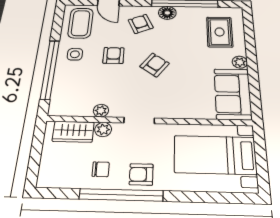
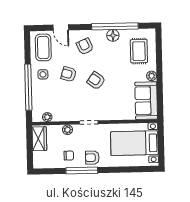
floor lamp: (167, 13) -> (113, 35), moved
armchair: (113, 55) -> (69, 74), turned -73
armchair: (155, 65) -> (96, 81), turned -90
plant: (101, 111) -> (47, 117), moved
wardrobe: (73, 132) -> (39, 139), moved, turned -90
window: (121, 195) -> (82, 170), width x0.68

